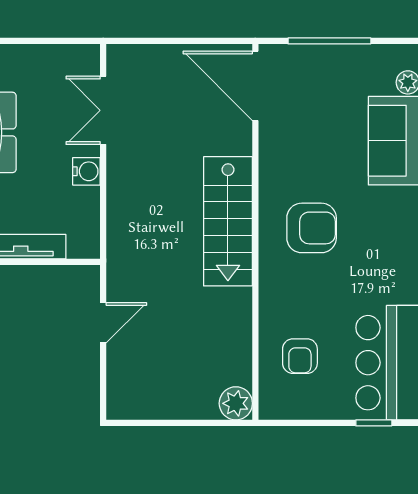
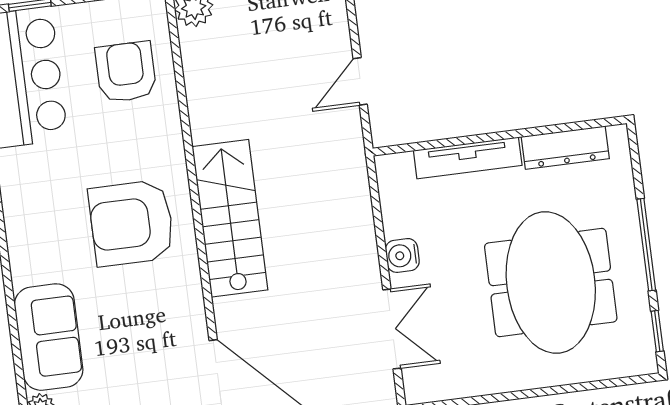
armchair: (312, 228) -> (132, 223), width x1.36, depth x1.36
armchair: (300, 356) -> (126, 72), width x1.38, depth x1.38

